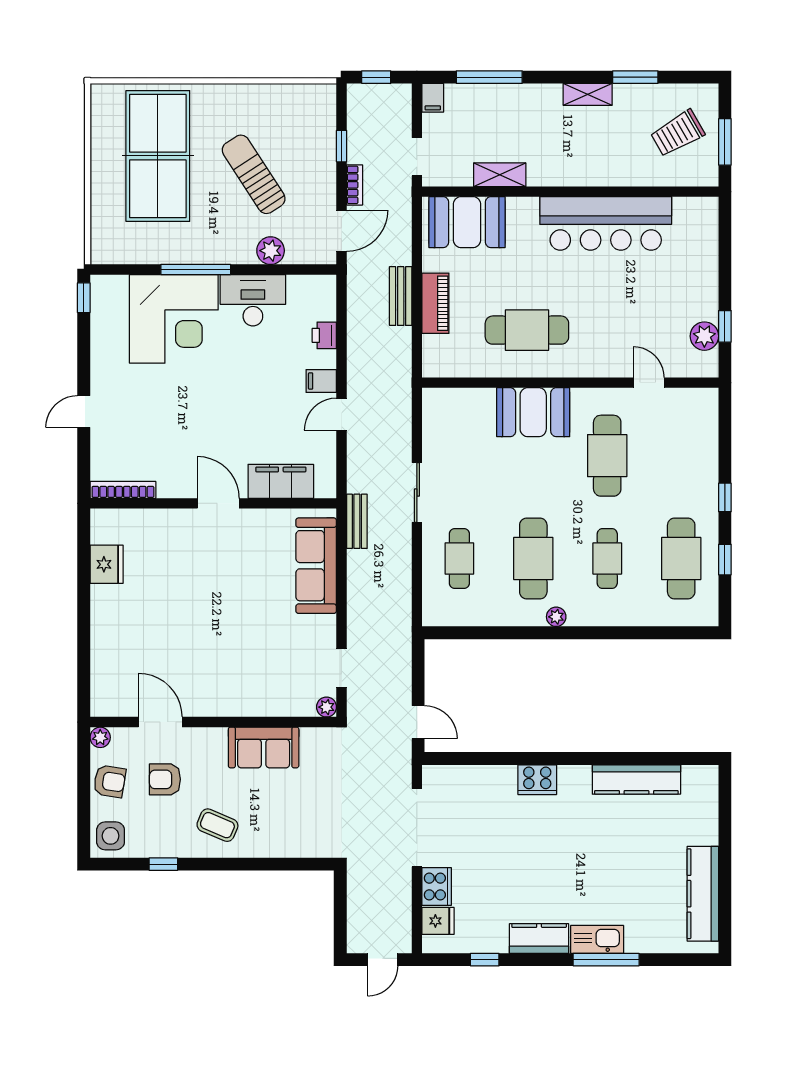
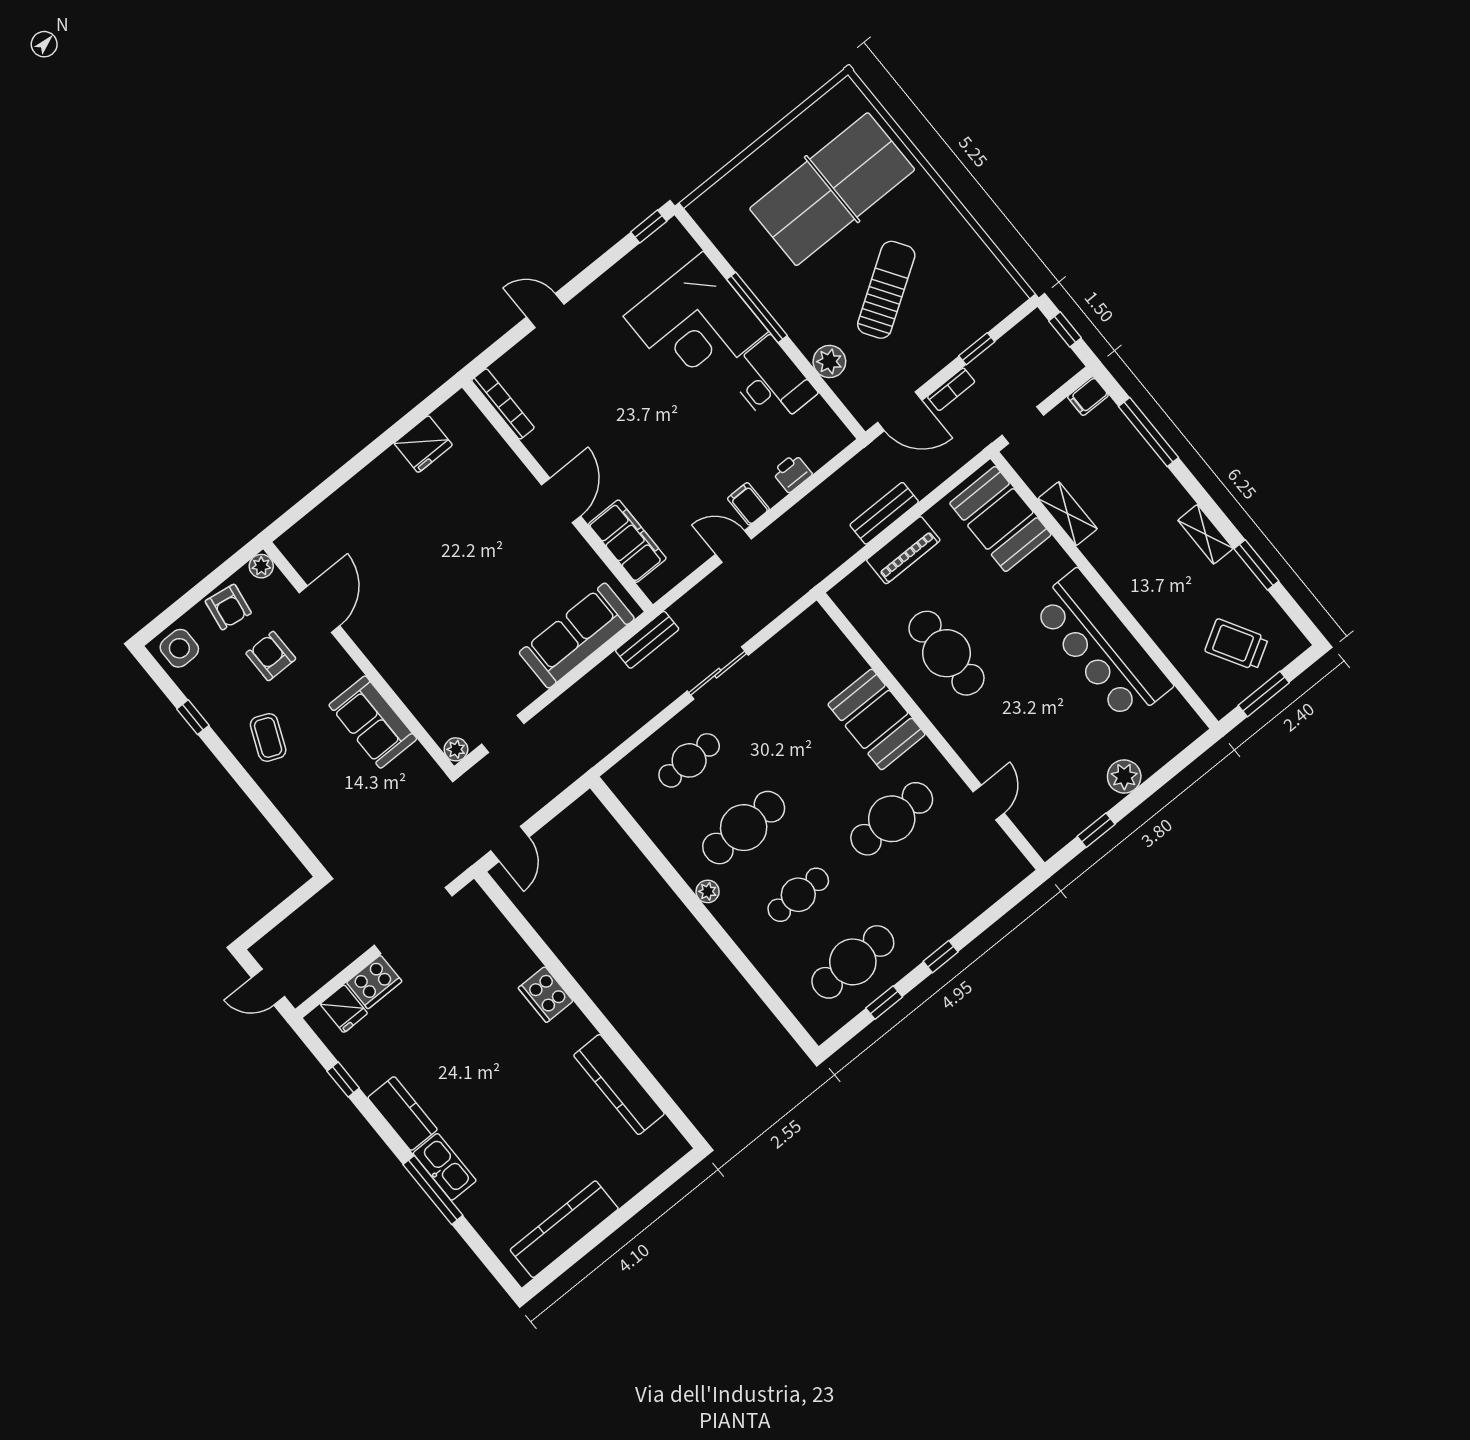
plant: (704, 336) -> (1124, 777), moved

